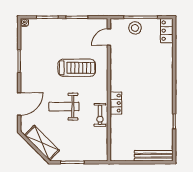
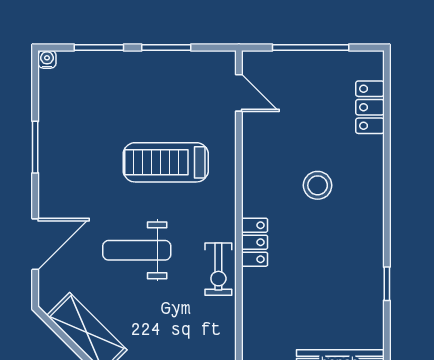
stool: (135, 28) -> (318, 185), moved
locker: (167, 31) -> (370, 107), moved
door: (109, 37) -> (239, 93), swing flipped
treadmill: (77, 68) -> (166, 162), turned 180

